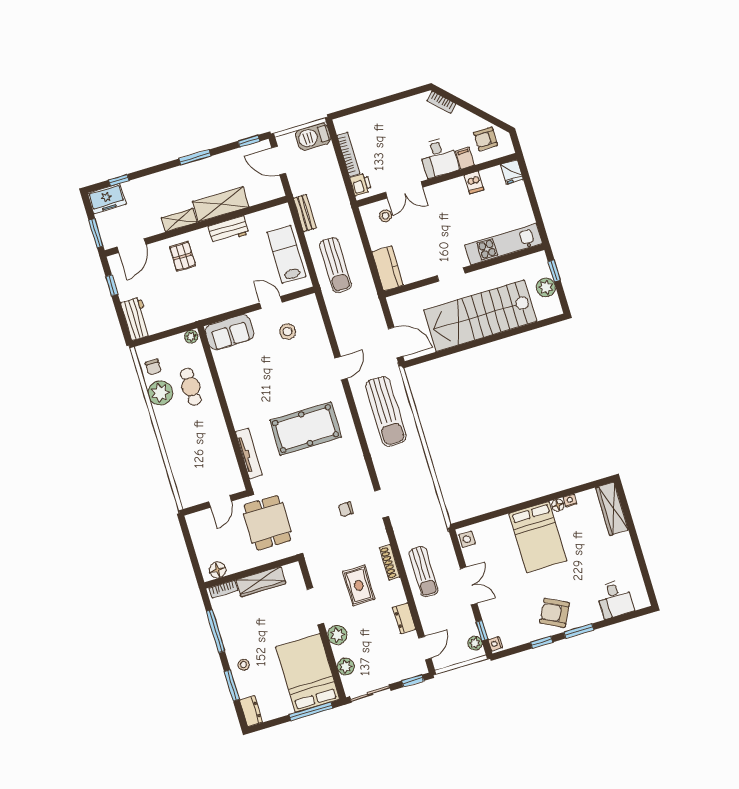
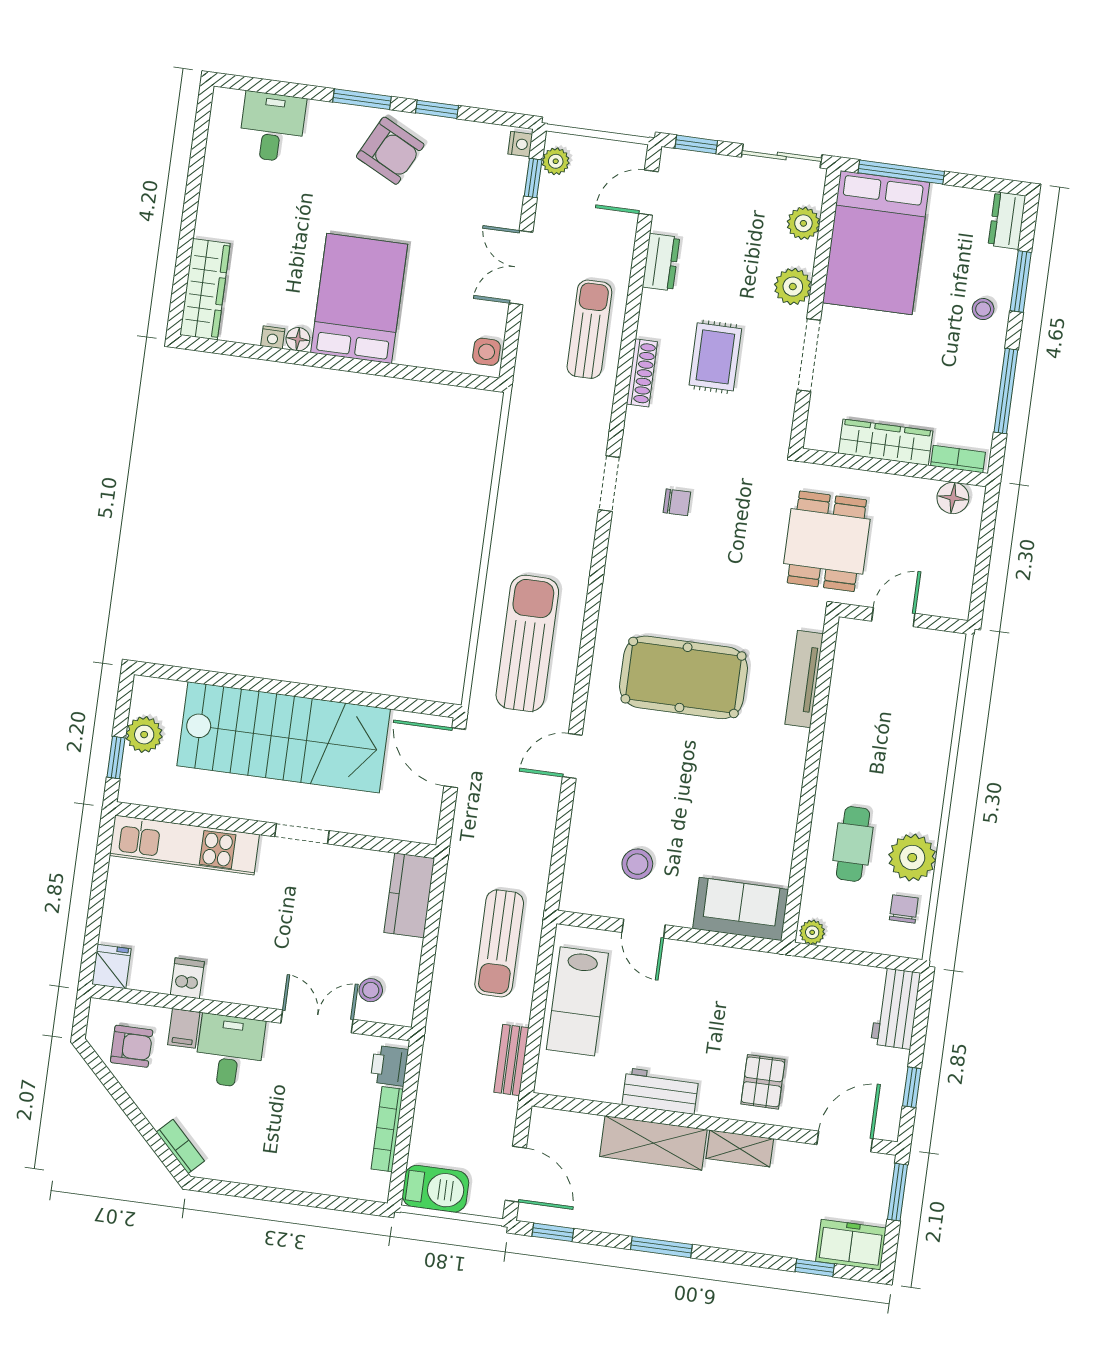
sun lounger: (335, 265) -> (499, 943), turned 180

